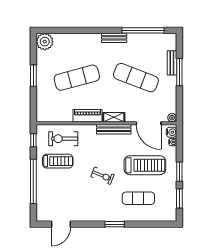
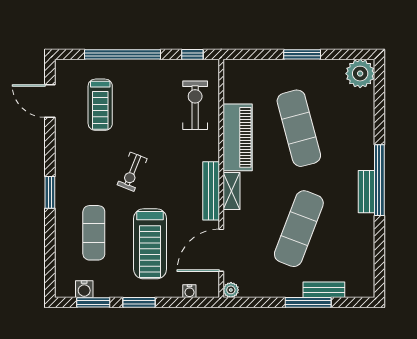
window: (143, 30) -> (379, 180), moved
piano: (88, 116) -> (238, 137), width x1.37, depth x1.33
water cooler: (172, 132) -> (84, 289), moved
treadmill: (58, 161) -> (100, 105), moved

